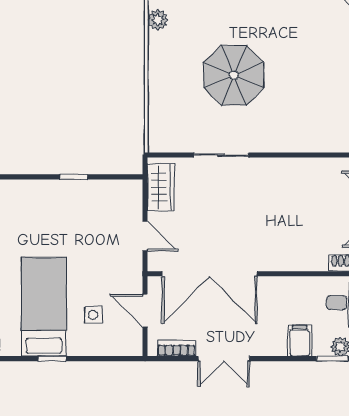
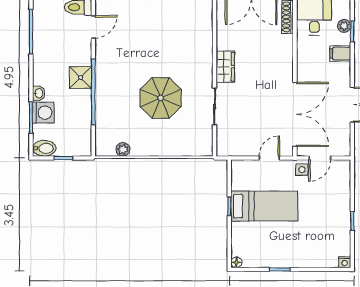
wardrobe: (161, 187) -> (225, 67), moved, turned 90
bed: (44, 307) -> (264, 206), moved, turned 180
side table: (93, 315) -> (302, 170), moved
bookcase: (176, 348) -> (345, 137), removed

